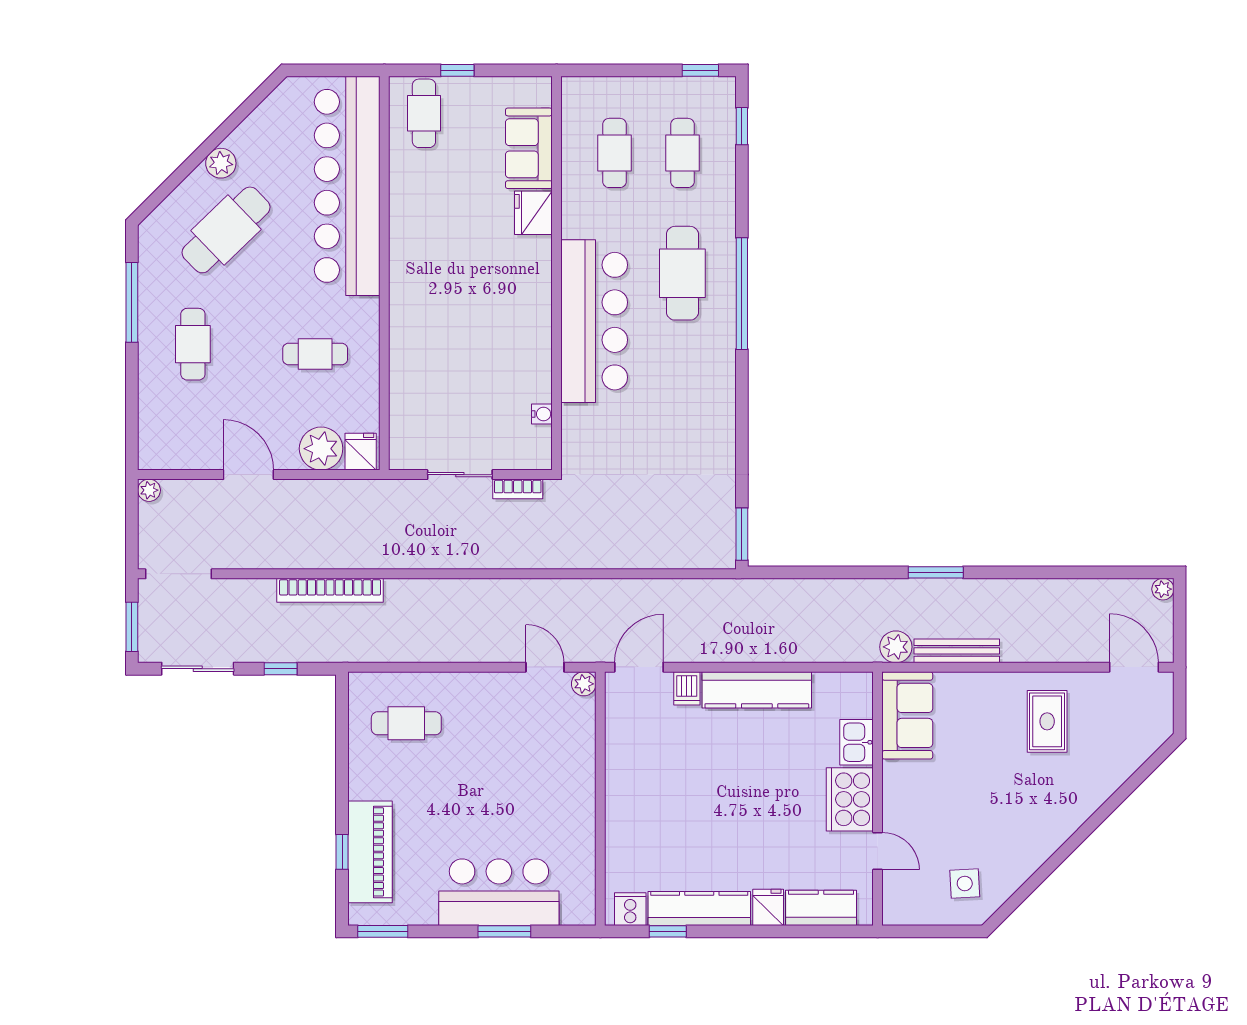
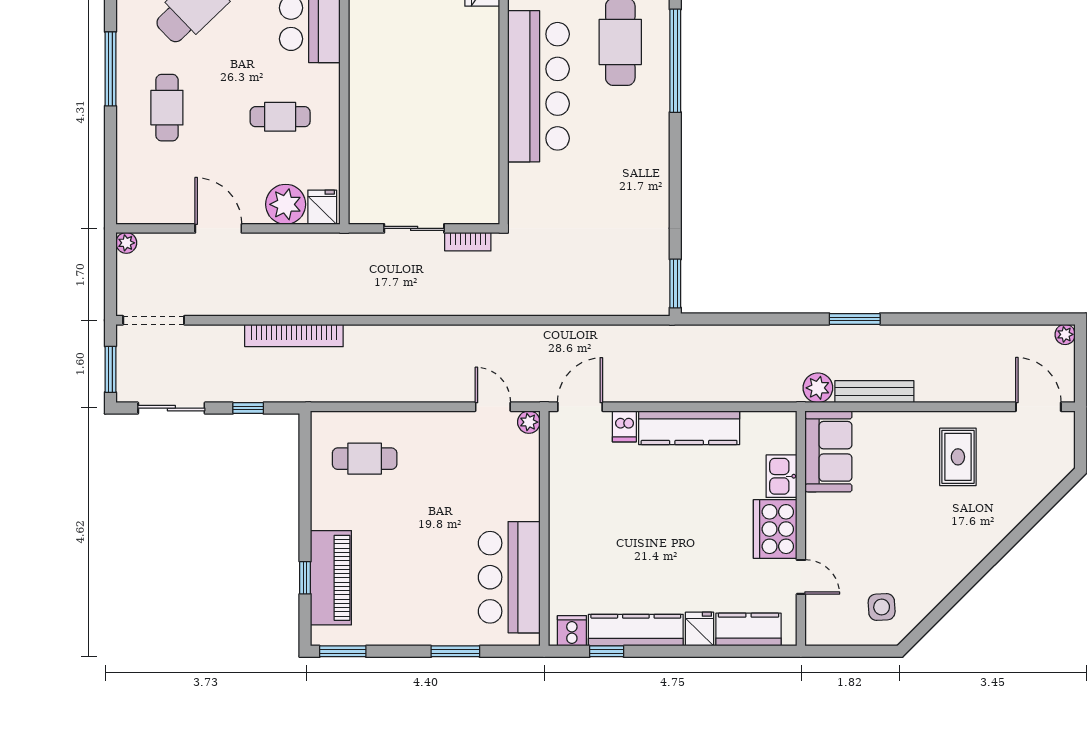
water cooler: (542, 414) -> (490, 172), removed
bar counter: (499, 892) -> (509, 577), moved, turned -90

